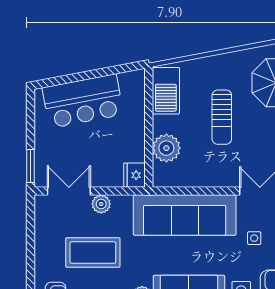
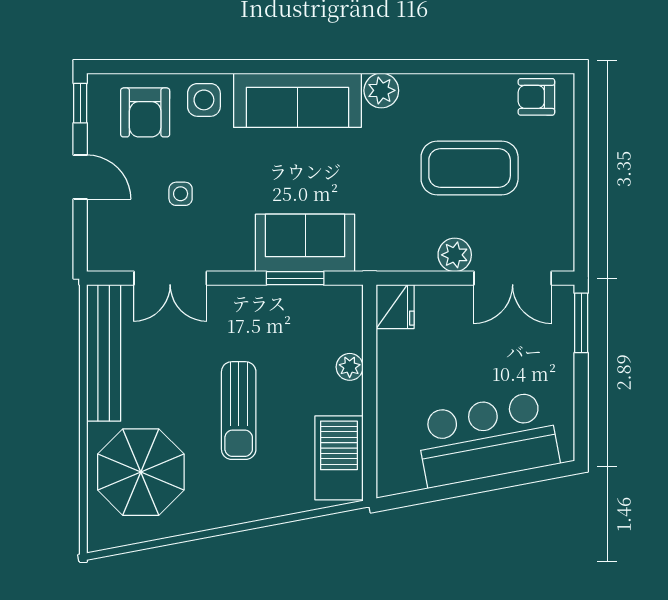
sun lounger: (222, 117) -> (239, 411), turned 180
plant: (166, 148) -> (350, 367), width x0.53, depth x0.53
window: (190, 191) -> (295, 278), added
sofa: (185, 215) -> (305, 243), width x0.54, depth x0.79

